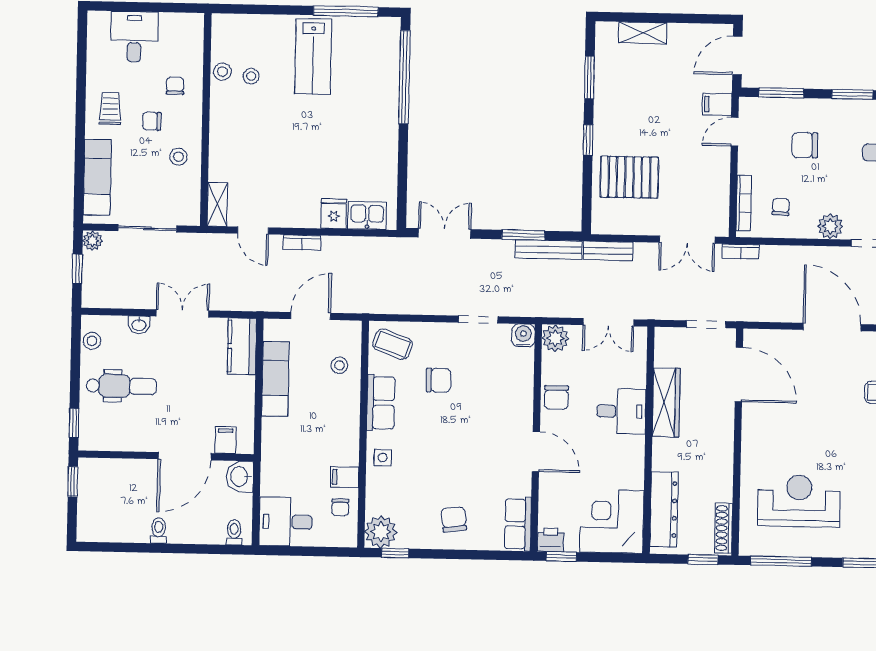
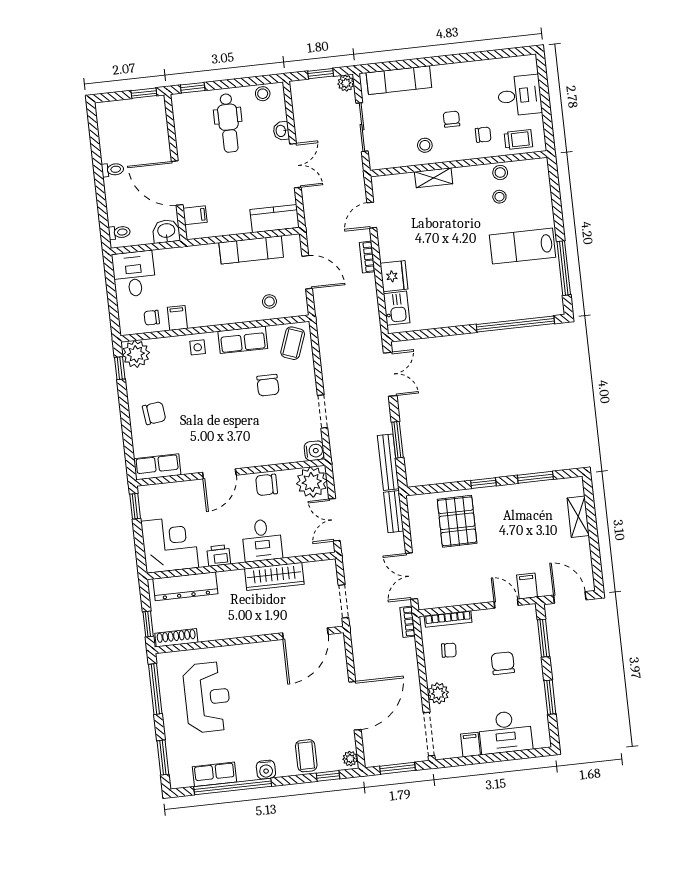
trolley: (110, 109) -> (518, 139), moved
shelving: (217, 204) -> (434, 178), moved
fridge: (334, 214) -> (394, 276), width x1.38
plant: (555, 338) -> (312, 482), width x1.36, depth x1.36
printer: (551, 540) -> (219, 555), moved, turned -90

